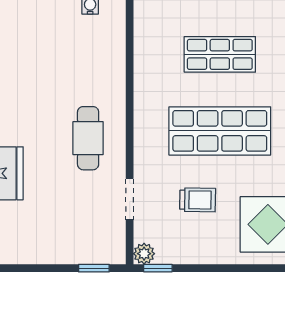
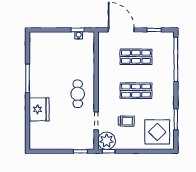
shop shelf: (220, 131) -> (136, 91), width x0.70, depth x0.74
plant: (144, 254) -> (107, 141), width x1.87, depth x1.87

